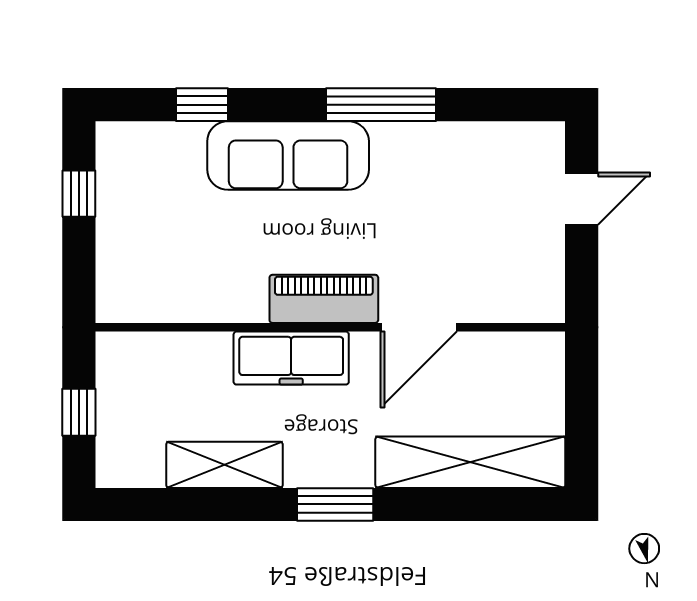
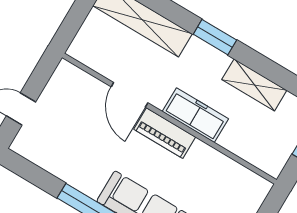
door: (419, 327) -> (129, 95), swing flipped

